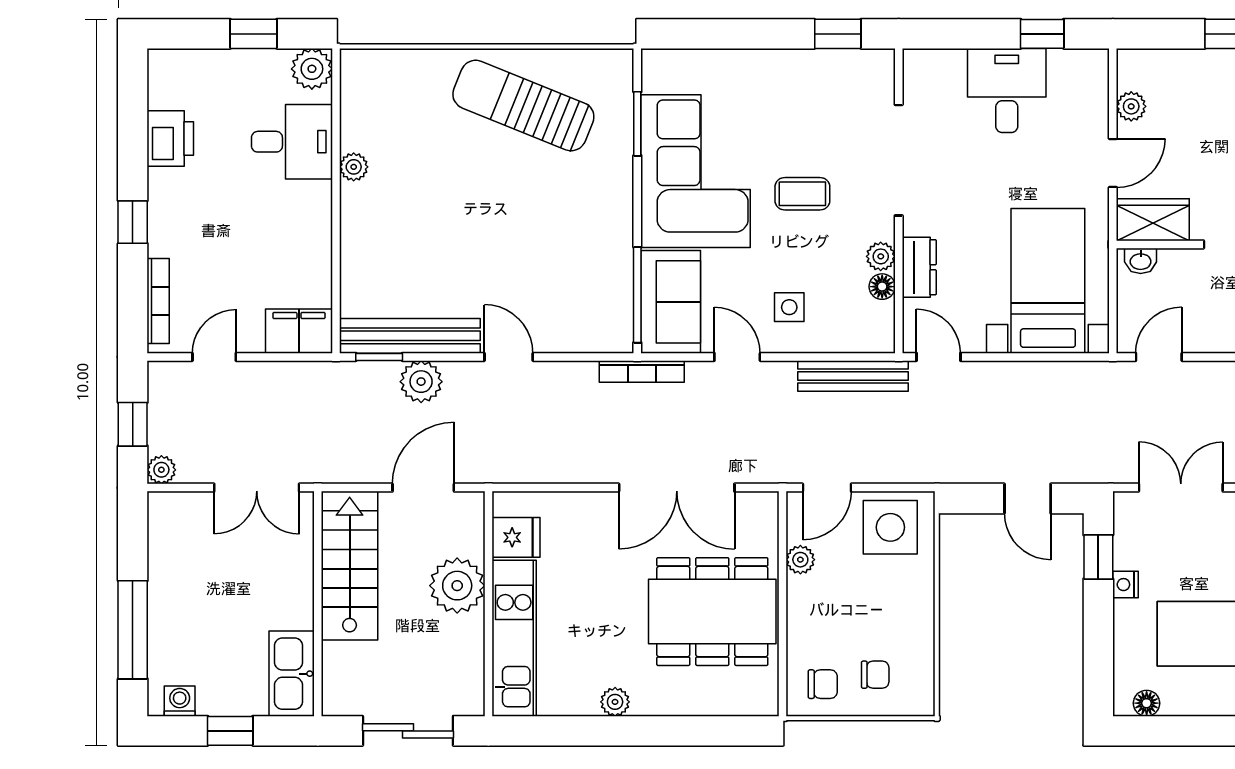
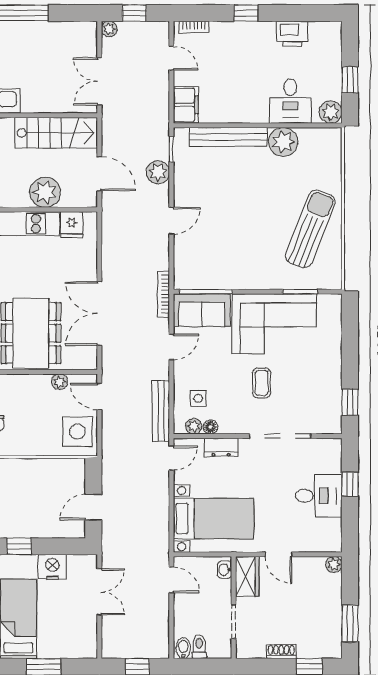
window: (1042, 34) -> (350, 484), moved
plant: (1131, 106) -> (334, 564), moved
plant: (354, 167) -> (283, 142), width x1.88, depth x1.88
plant: (881, 256) -> (194, 426), moved
bookcase: (158, 301) -> (194, 27), width x0.64
side table: (789, 307) -> (198, 398), moved
bench: (410, 336) -> (228, 137), moved, turned 90
window: (1098, 557) -> (19, 546), moved
nightstand: (1126, 585) -> (52, 567), width x1.89, depth x1.79

